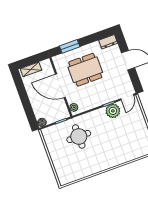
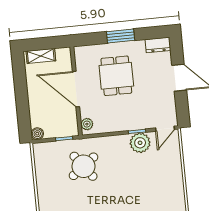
window: (70, 46) -> (121, 36), moved
dining table: (85, 70) -> (116, 76), width x0.73
round table: (79, 136) -> (83, 166), turned -37

